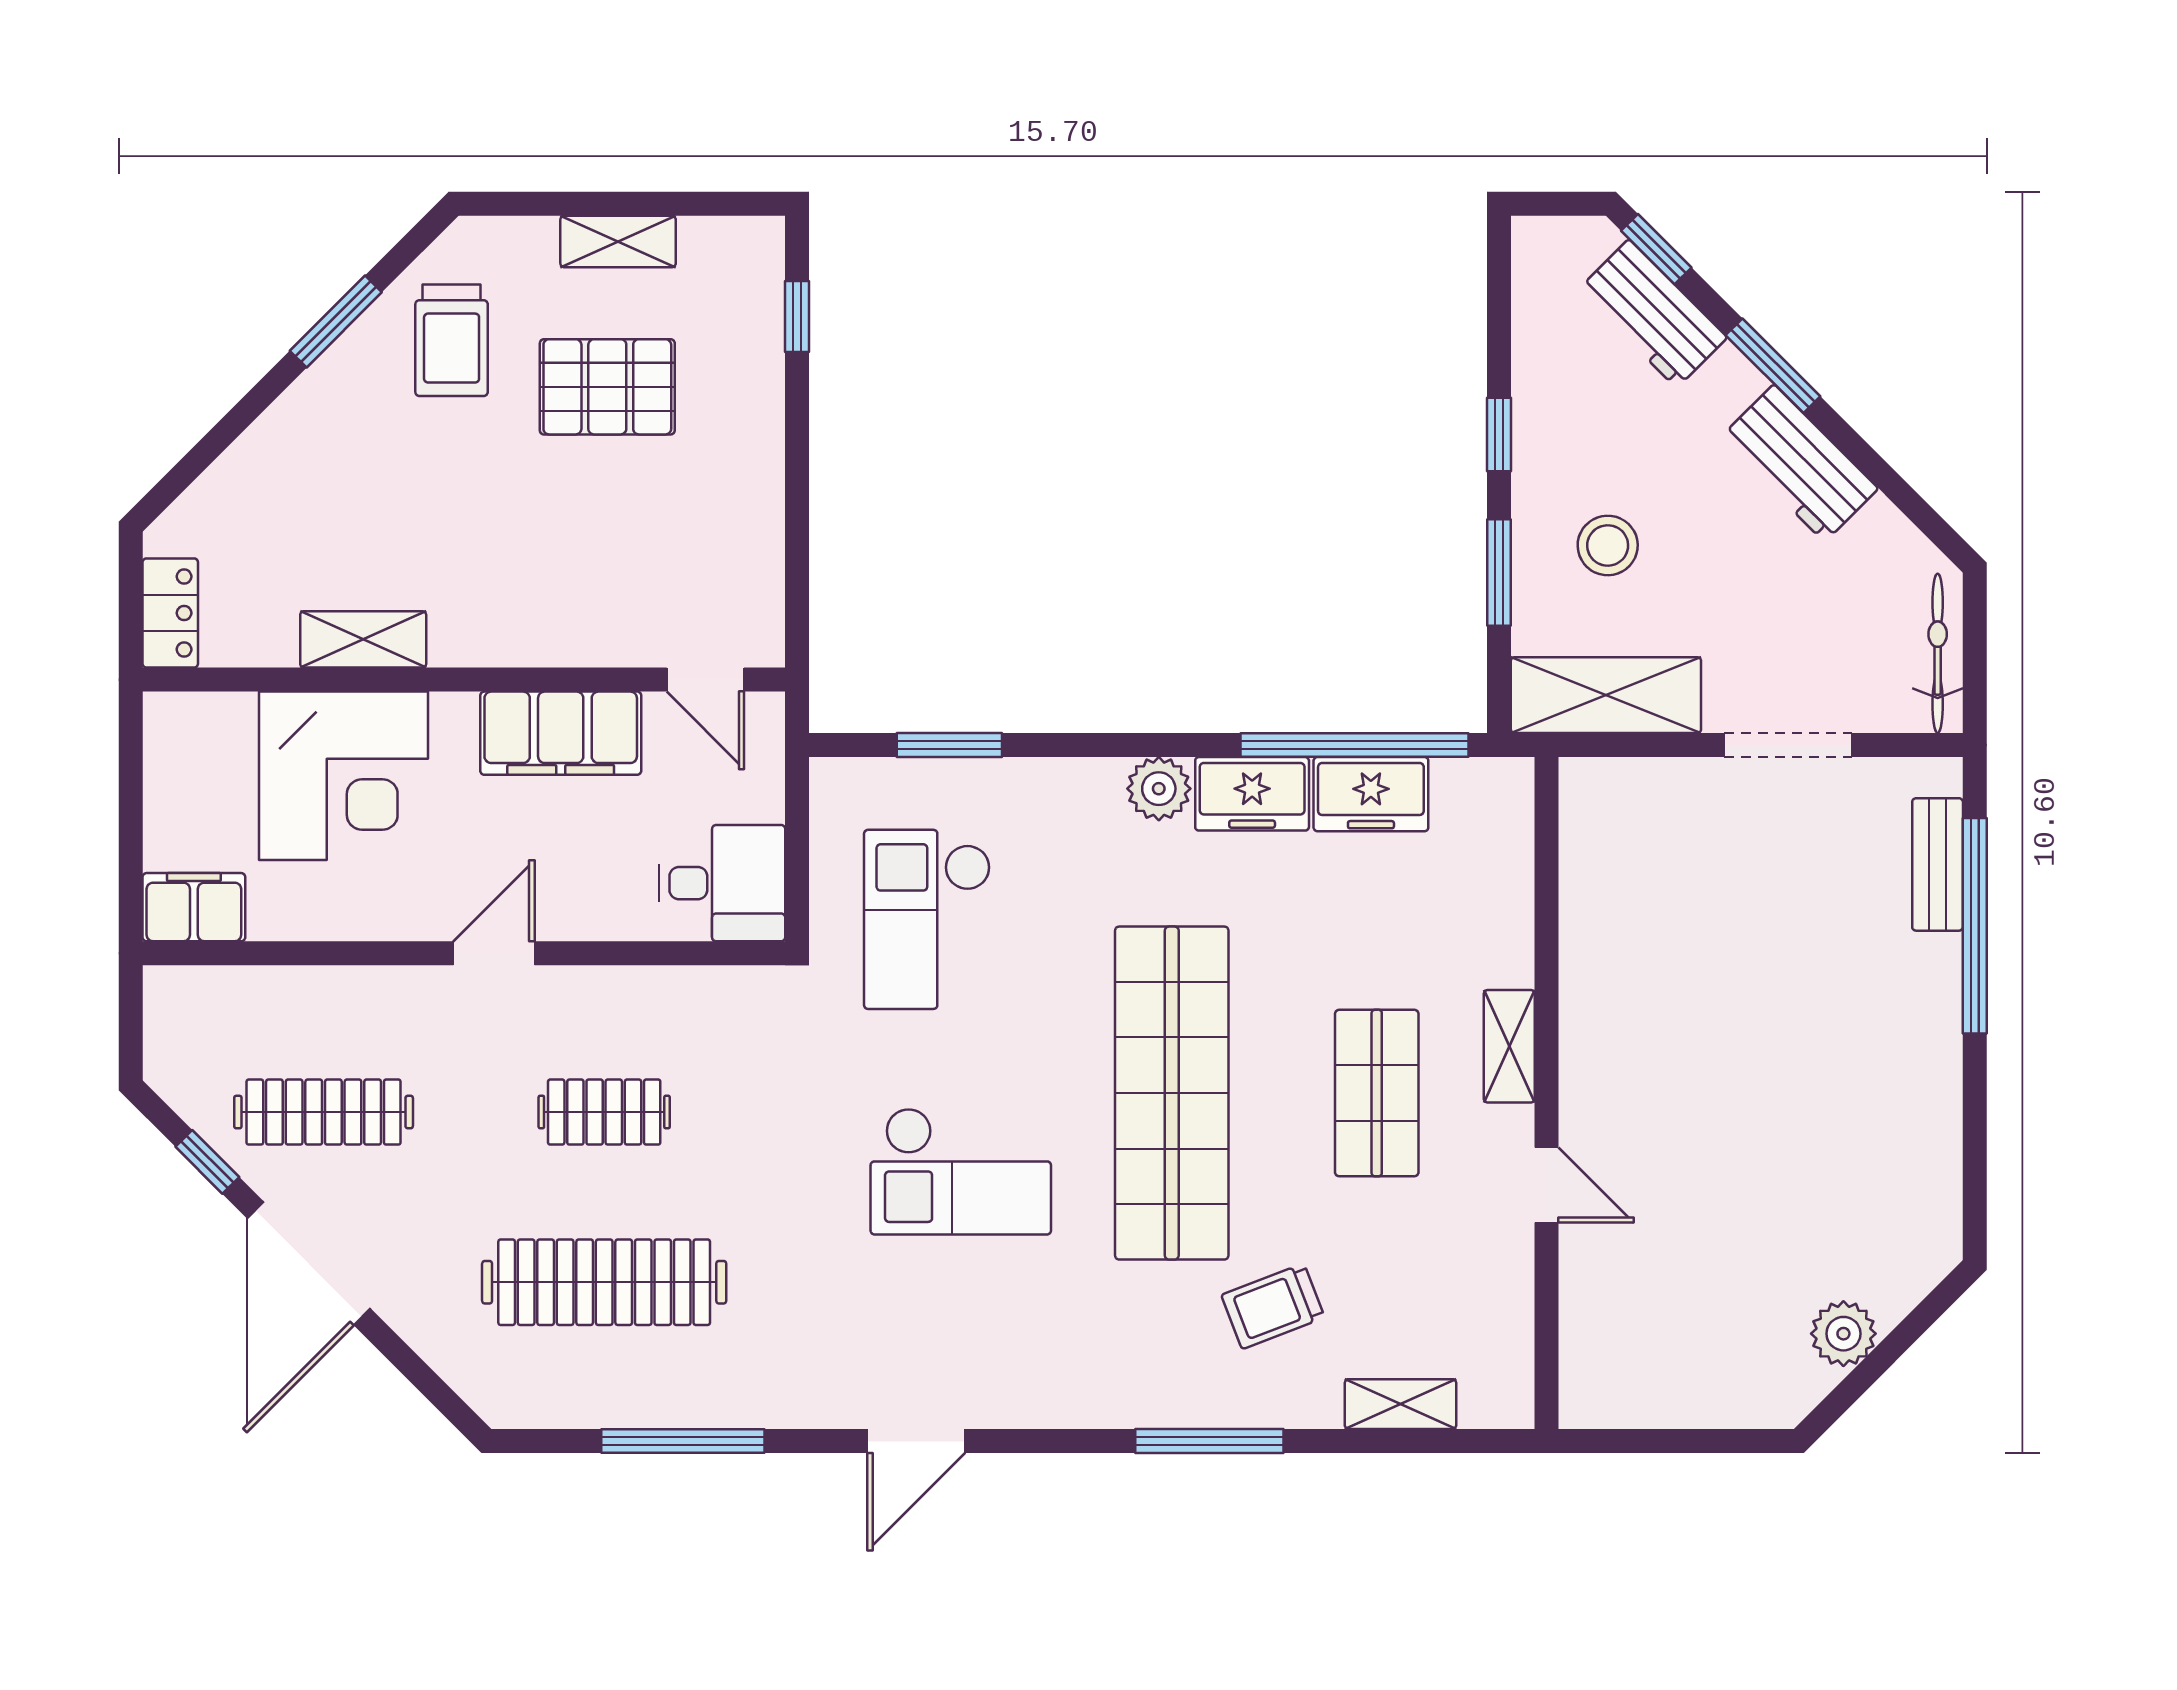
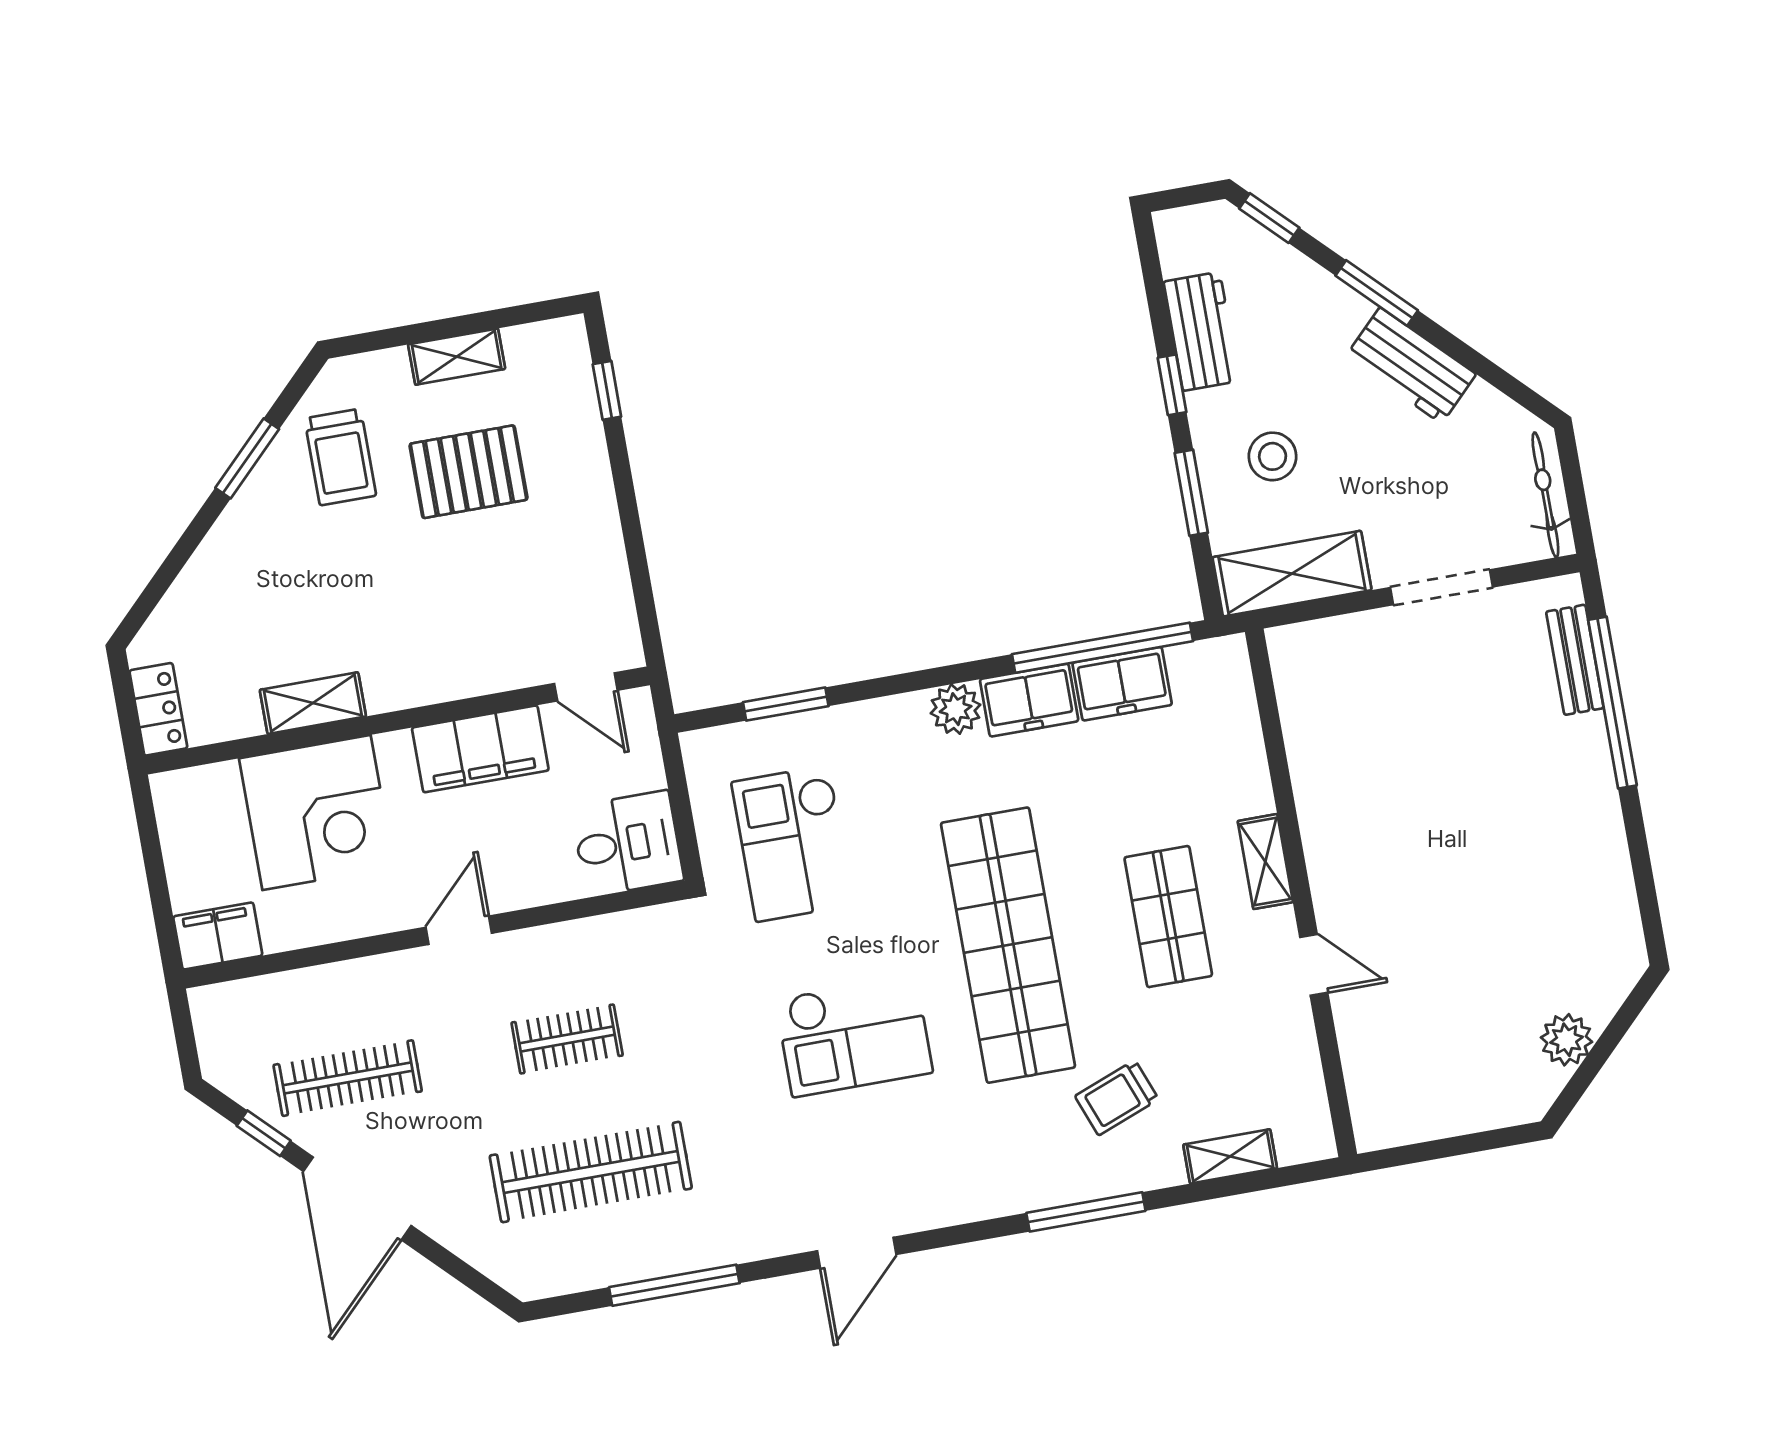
workbench: (1653, 313) -> (1201, 331), moved, turned -135

